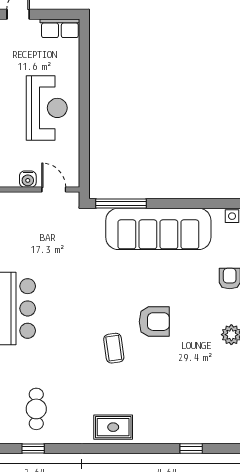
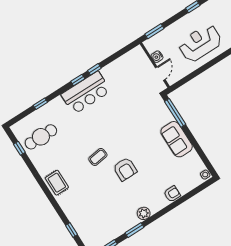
reception desk: (47, 108) -> (200, 43), turned 180
sofa: (158, 229) -> (177, 139), width x0.54, depth x0.79
cafe table: (36, 409) -> (41, 137), width x1.37, depth x1.35

